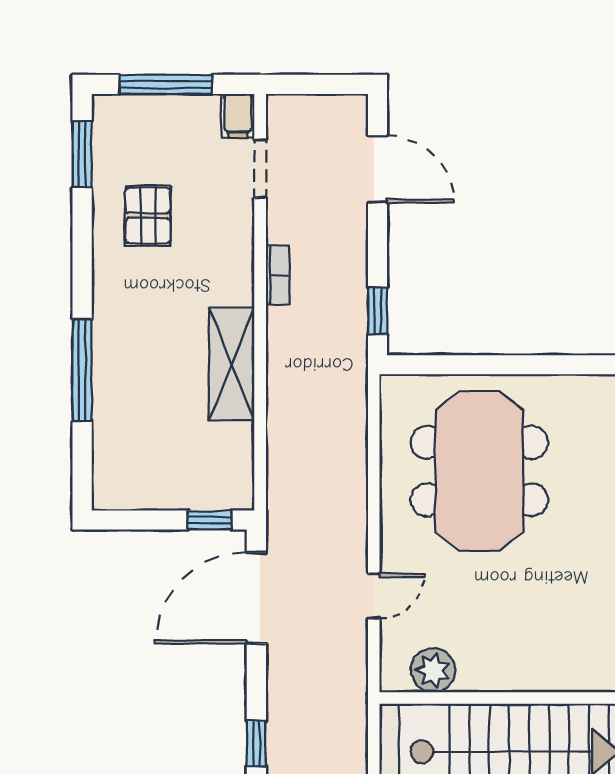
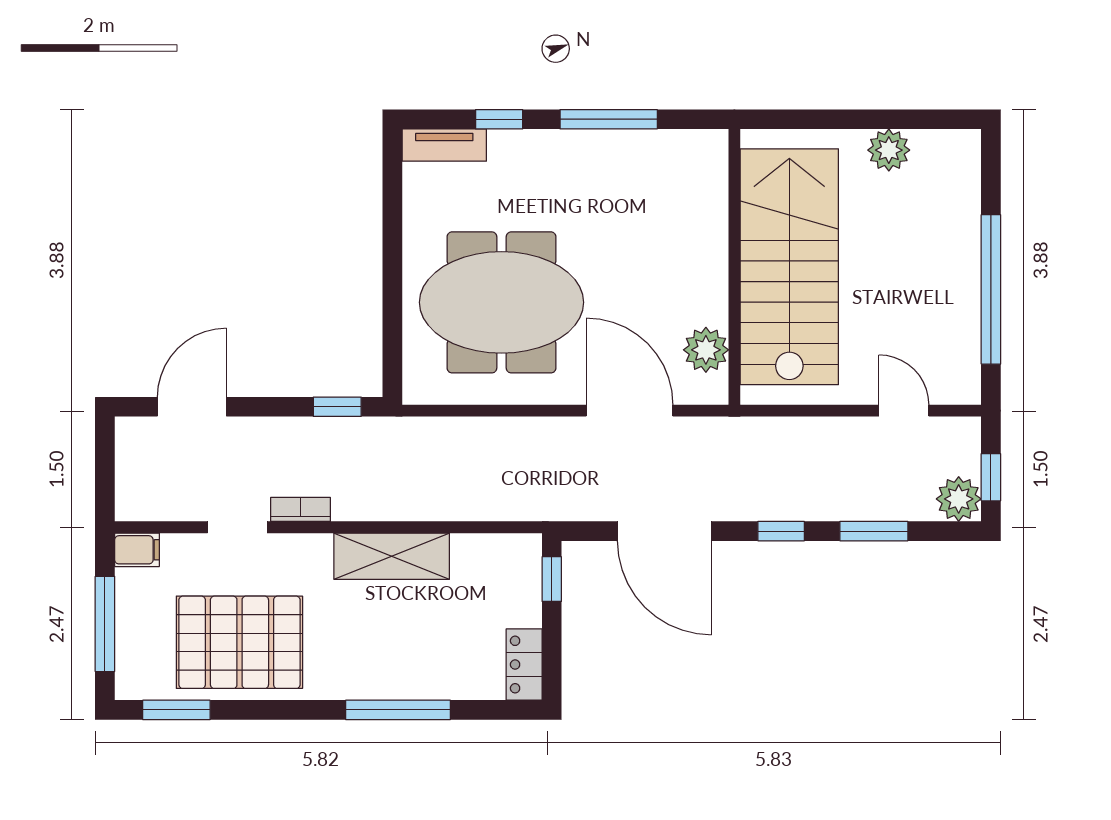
doorway: (260, 169) -> (237, 527), moved
pallet: (148, 216) -> (239, 642), width x2.05, depth x2.00
locker: (126, 493) -> (524, 665), added
door: (374, 596) -> (630, 411), width x1.88
door: (256, 598) -> (664, 531), moved

